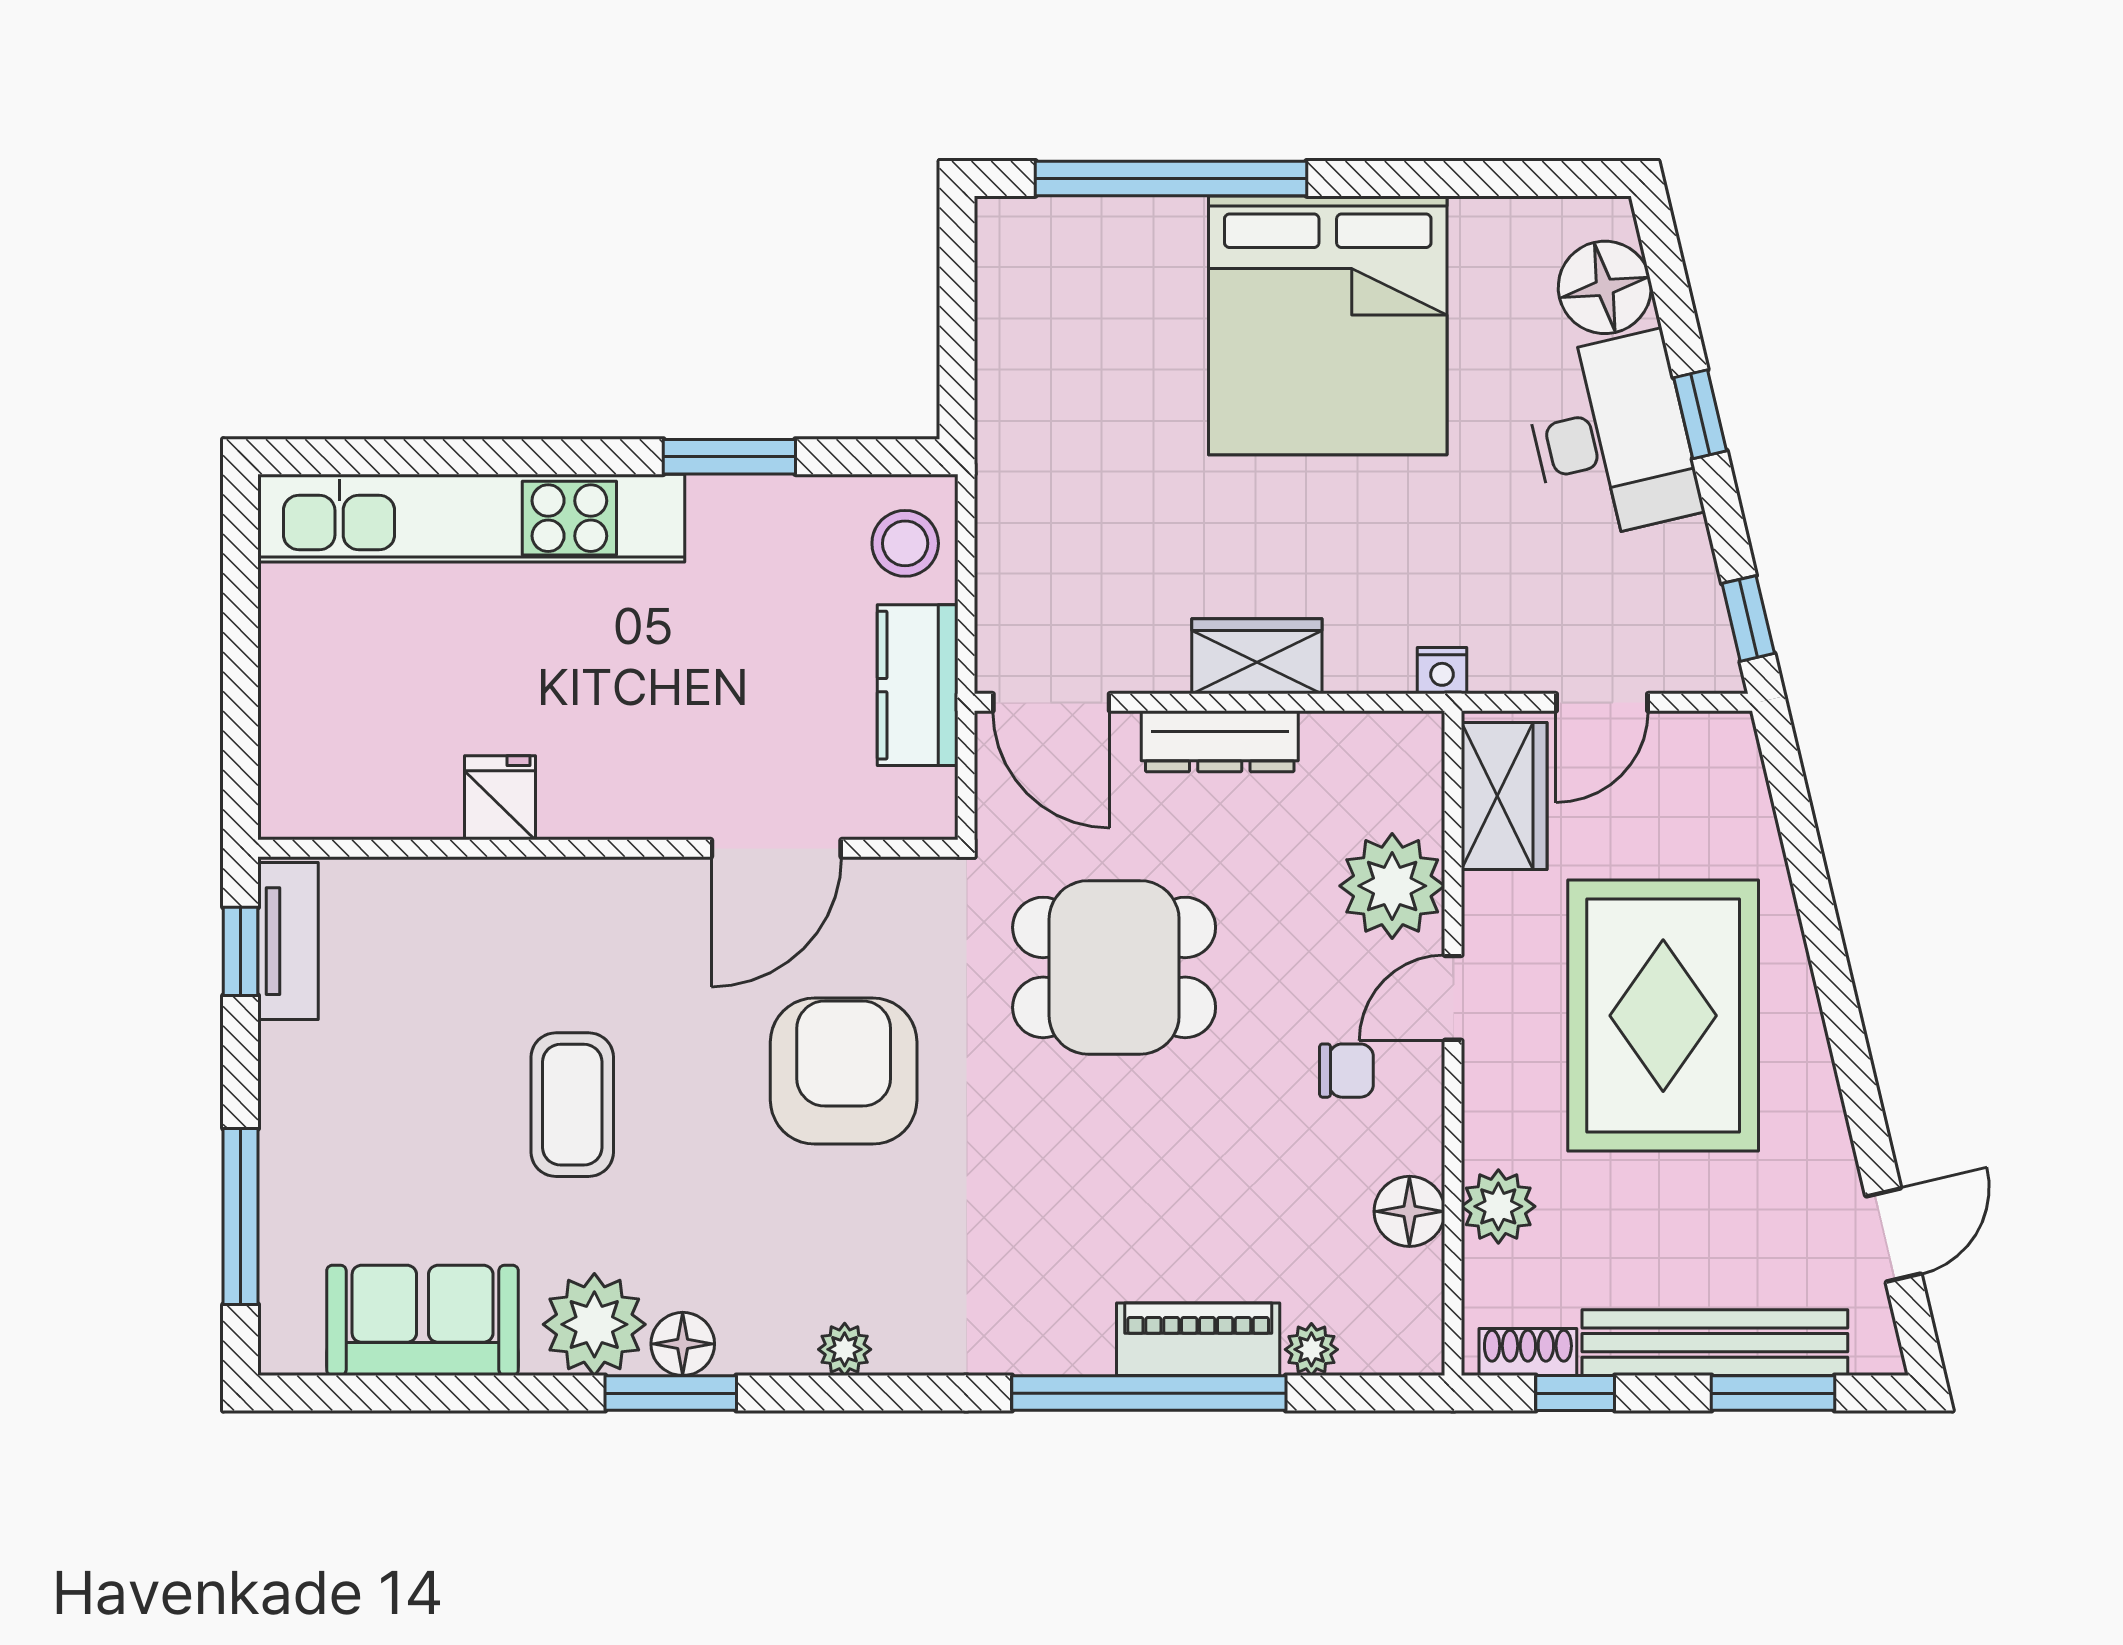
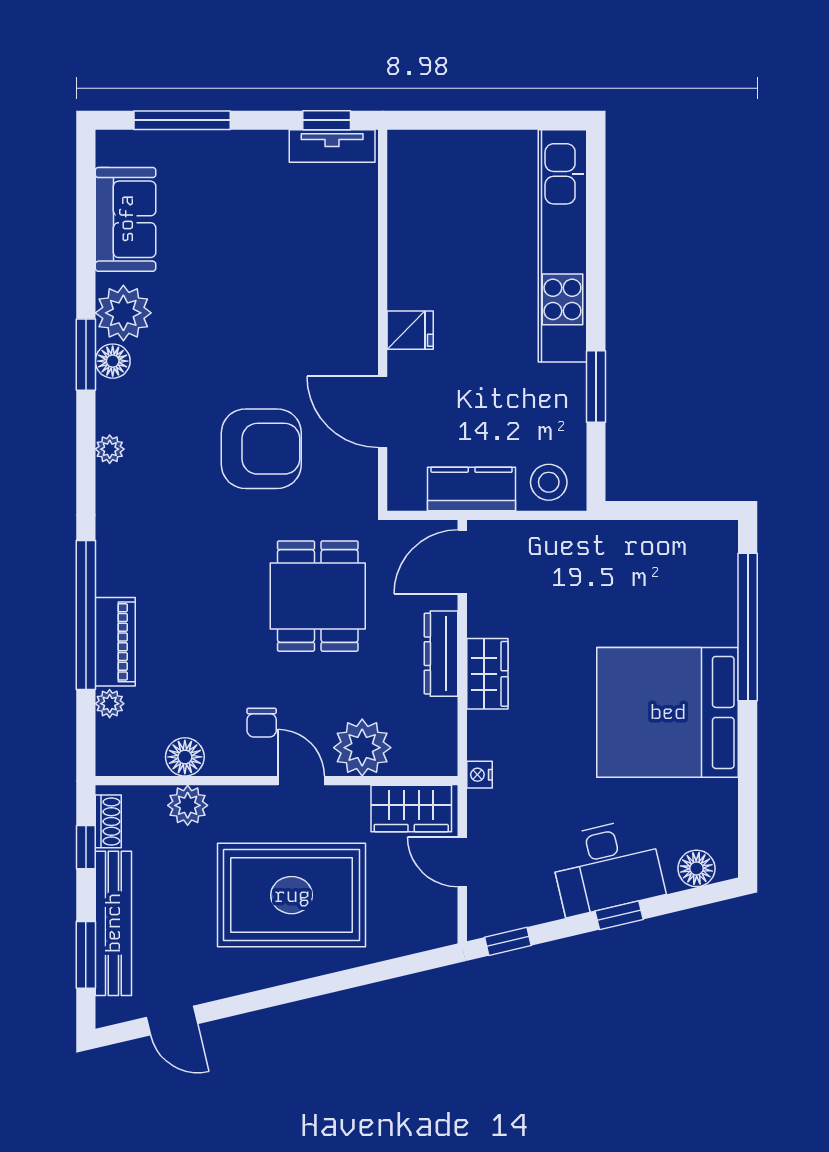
floor lamp: (1605, 287) -> (696, 868), width x0.73, depth x0.73
fridge: (500, 798) -> (410, 330), moved
coffee table: (572, 1105) -> (243, 301), removed

